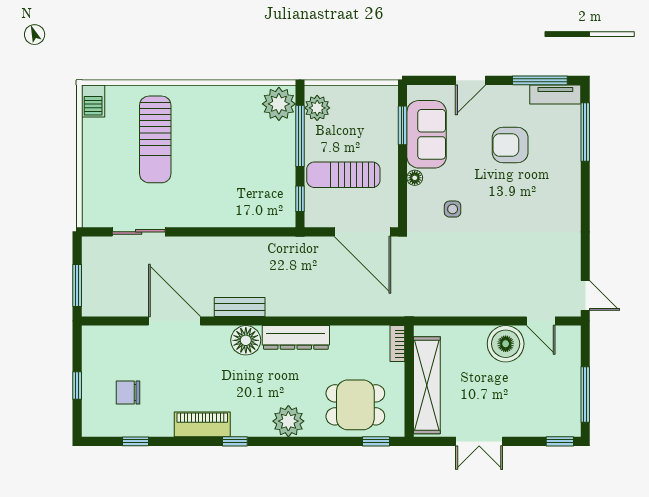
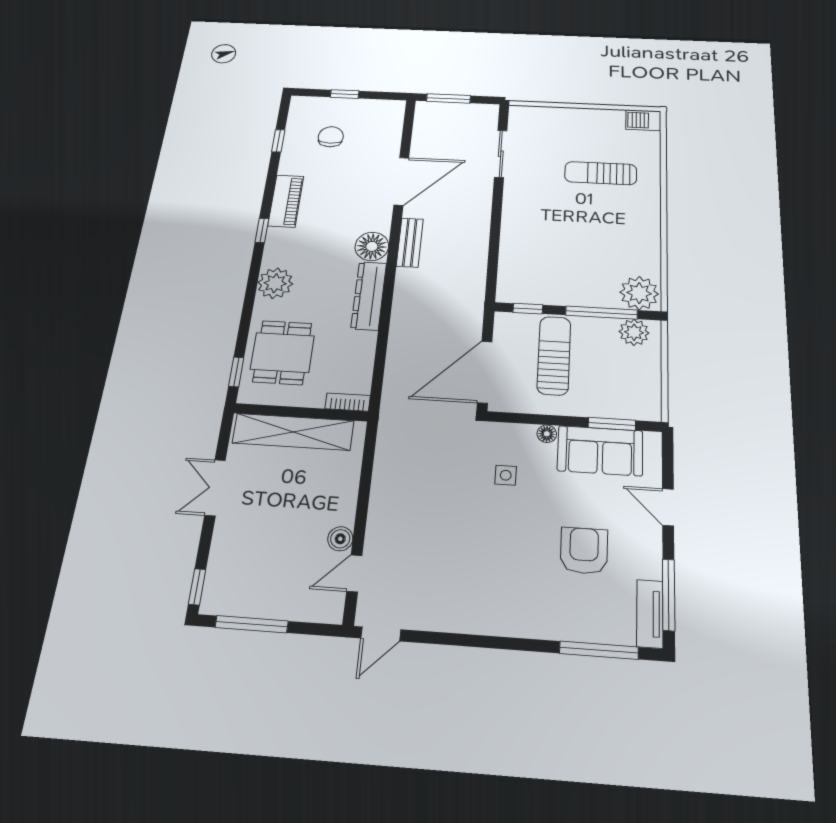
sun lounger: (155, 139) -> (601, 173), width x0.73, depth x0.75
boiler: (506, 344) -> (340, 539), width x0.54, depth x0.54

